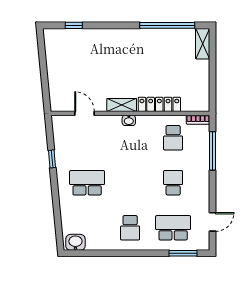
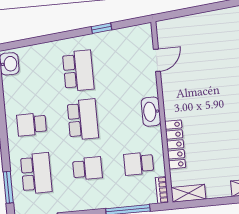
shelving: (122, 105) -> (188, 193), moved, turned 90
washbasin: (129, 120) -> (151, 112), width x1.91, depth x1.45
school desk: (130, 183) -> (83, 120), added

